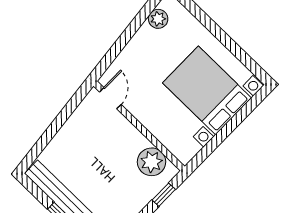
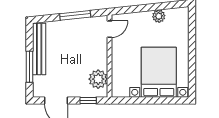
plant: (158, 19) -> (159, 16), moved
window: (60, 120) -> (75, 15), added

